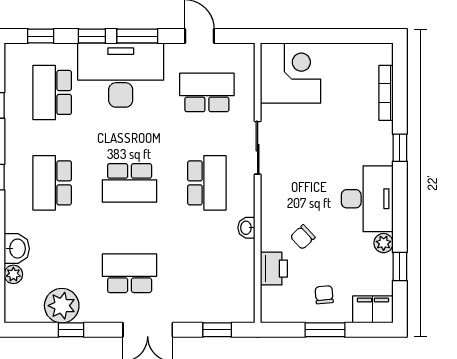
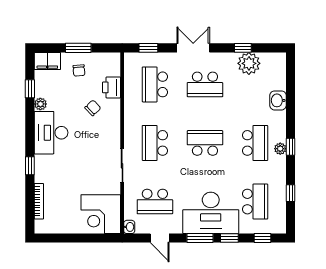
washbasin: (246, 228) -> (129, 227), moved
school desk: (207, 273) -> (155, 84), added
plant: (13, 274) -> (280, 149), moved

